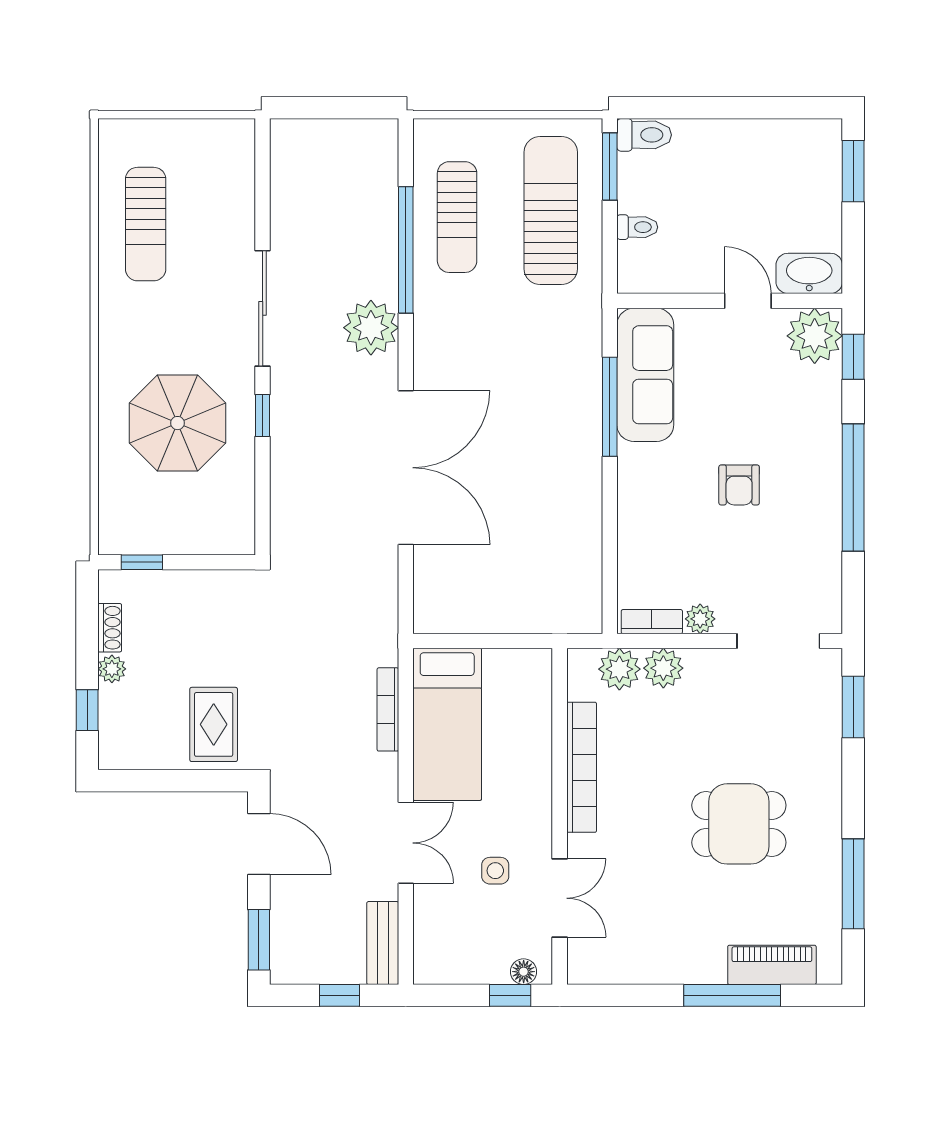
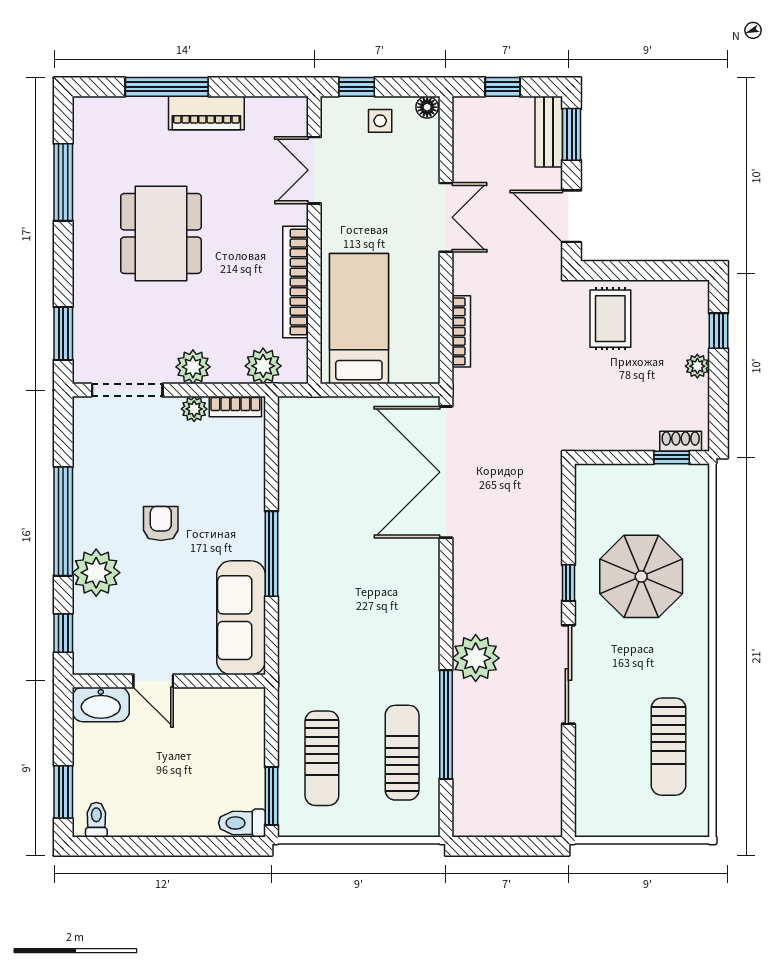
sun lounger: (551, 211) -> (322, 758), width x0.73, depth x0.75
sun lounger: (146, 224) -> (668, 747), turned 180
toilet: (637, 227) -> (96, 820), moved, turned 90
plant: (815, 336) -> (96, 573), moved
window: (610, 407) -> (271, 554), moved
double door: (406, 468) -> (446, 472), moved
shoe rack: (110, 628) -> (681, 441), moved, turned 90
plant: (663, 668) -> (193, 367), moved
bed: (447, 724) -> (359, 319), moved
dining table: (739, 824) -> (161, 233), width x1.37
double door: (406, 843) -> (446, 217), swing flipped
side table: (495, 871) -> (380, 121), moved
bench: (383, 943) -> (549, 132), moved
piano: (772, 965) -> (206, 113), moved
floor lamp: (524, 972) -> (427, 107), moved

